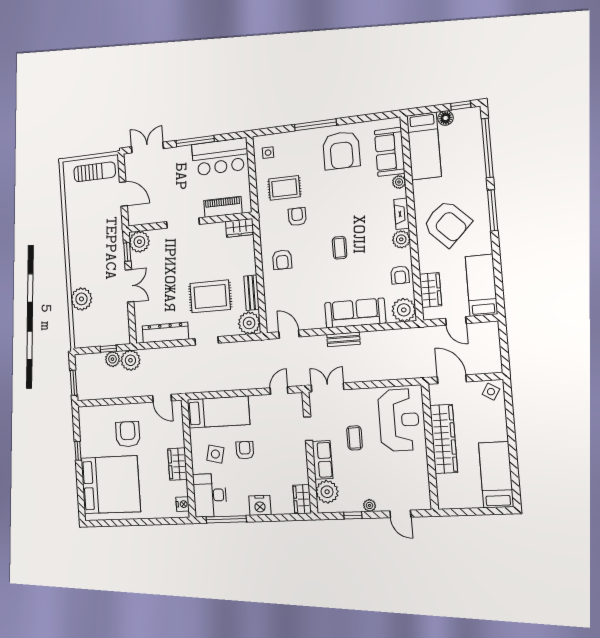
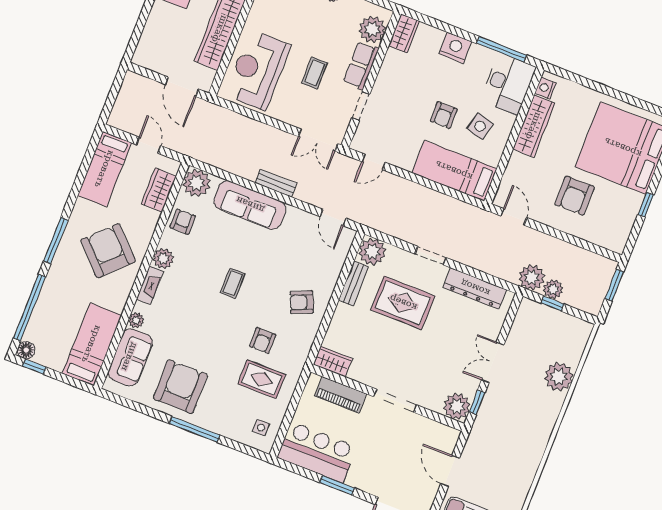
floor lamp: (446, 118) -> (26, 350), moved
window: (195, 141) -> (337, 485), width x0.69
armchair: (282, 260) -> (302, 302), turned -113
side table: (491, 392) -> (148, 56), removed
wardrobe: (177, 464) -> (534, 126), width x1.50

